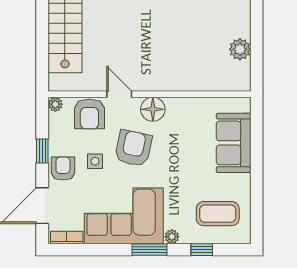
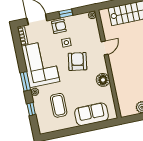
floor lamp: (153, 109) -> (103, 80), moved
armchair: (89, 114) -> (91, 34), removed
armchair: (133, 148) -> (78, 61), turned -93
coffee table: (218, 214) -> (59, 105), moved

